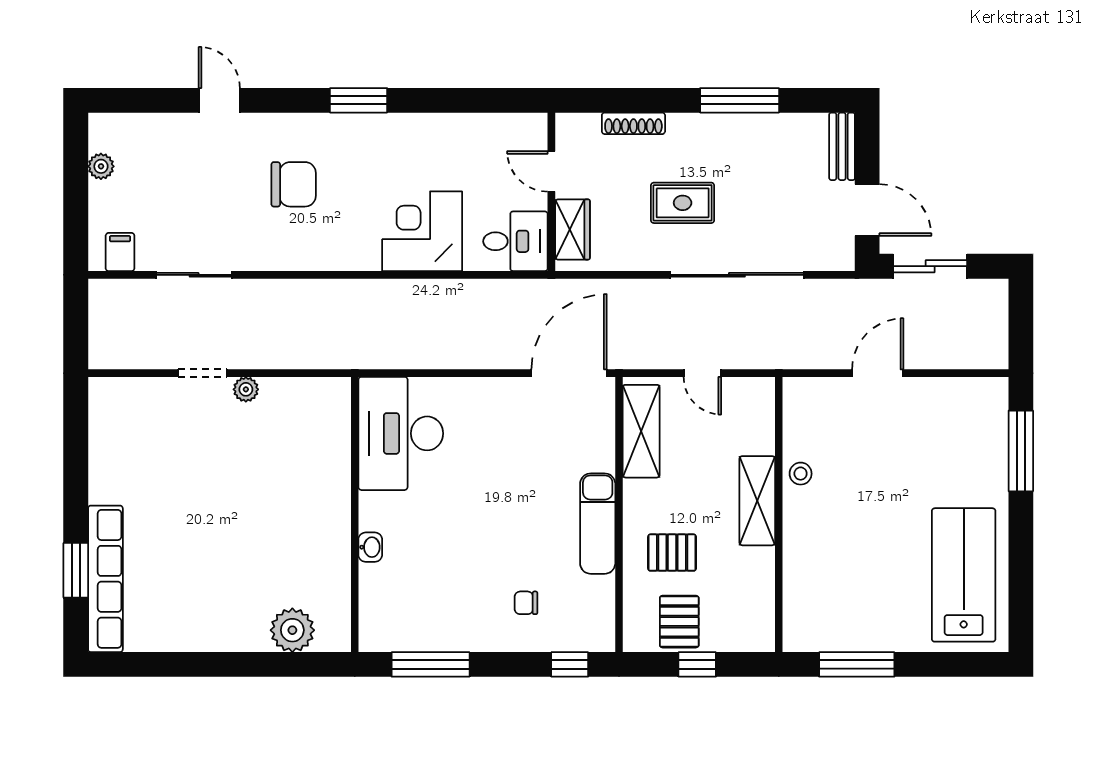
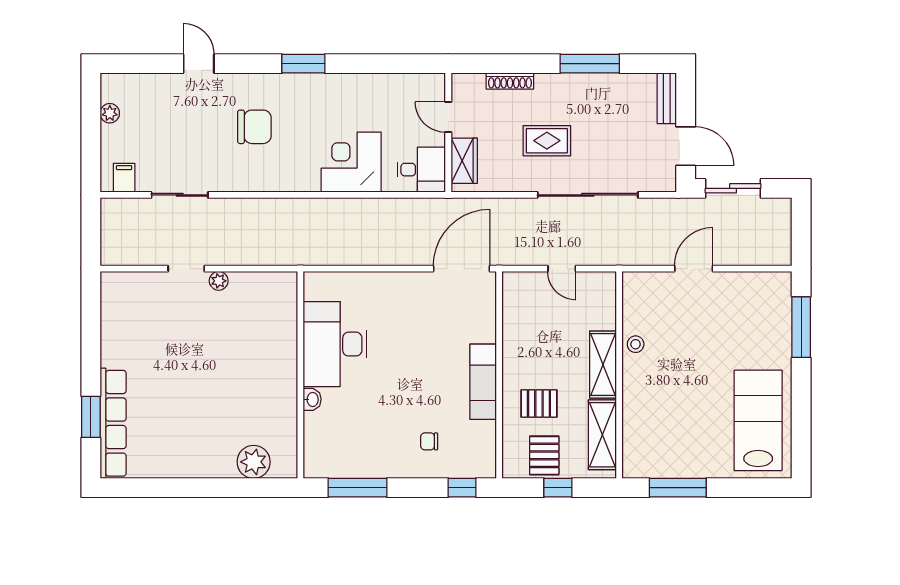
shelving: (641, 431) -> (602, 435), moved
desk: (401, 433) -> (335, 344), moved

